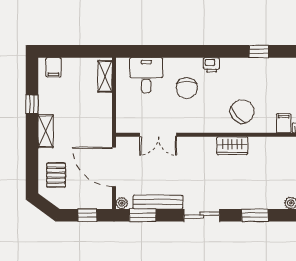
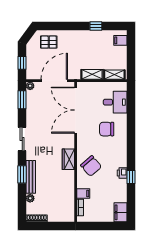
printer: (212, 65) -> (122, 173), moved
shelving: (46, 131) -> (92, 74), moved
double door: (158, 135) -> (76, 110), width x1.87
bench: (158, 202) -> (31, 177), moved

